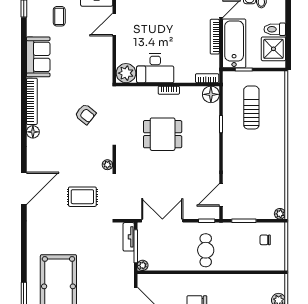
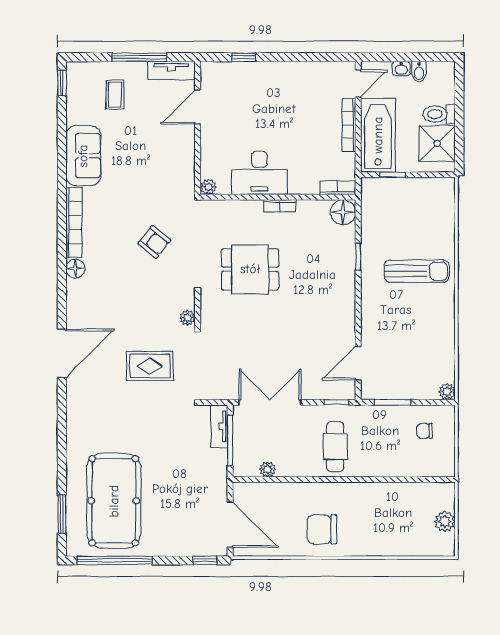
plant: (126, 73) -> (209, 187), width x0.53, depth x0.53
sun lounger: (251, 108) -> (417, 271), moved, turned 90
dining table: (163, 134) -> (250, 269), moved
plant: (143, 265) -> (268, 469), moved

